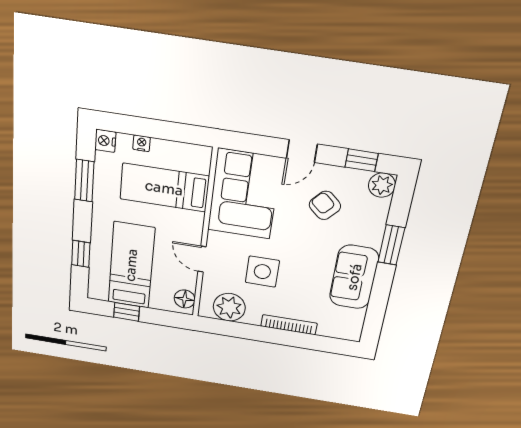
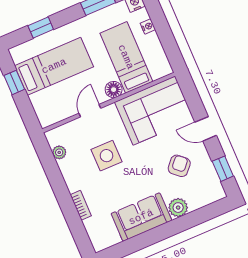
plant: (382, 185) -> (178, 208), moved
window: (391, 245) -> (179, 225), removed
floor lamp: (185, 299) -> (114, 90), moved
plant: (229, 307) -> (59, 152), width x0.53, depth x0.53
bookcase: (289, 325) -> (81, 205), width x0.64

